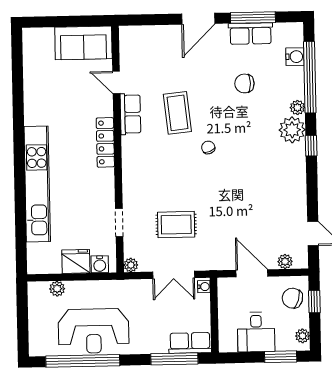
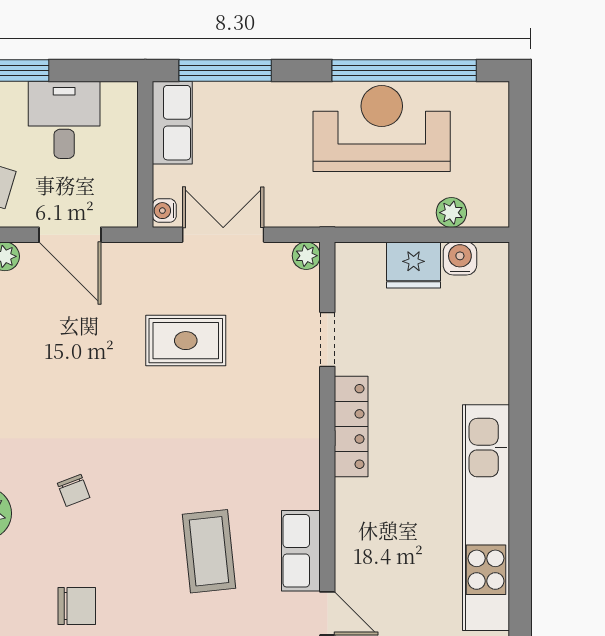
locker: (105, 142) -> (351, 426), moved
chair: (208, 147) -> (74, 490), moved
kitchen unit: (37, 184) -> (486, 518), moved
rug: (176, 225) -> (186, 341), moved
water cooler: (100, 264) -> (460, 258), moved
row of seats: (190, 343) -> (172, 123), moved, turned -90

